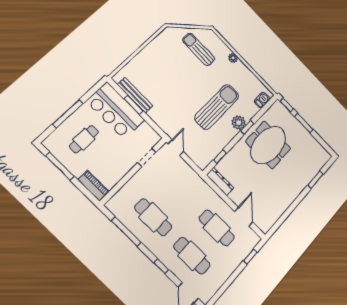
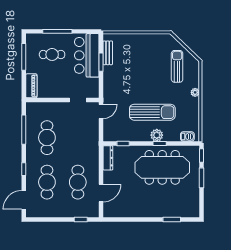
bench: (135, 95) -> (108, 53), width x0.73
meeting table: (268, 145) -> (162, 167), width x1.36

